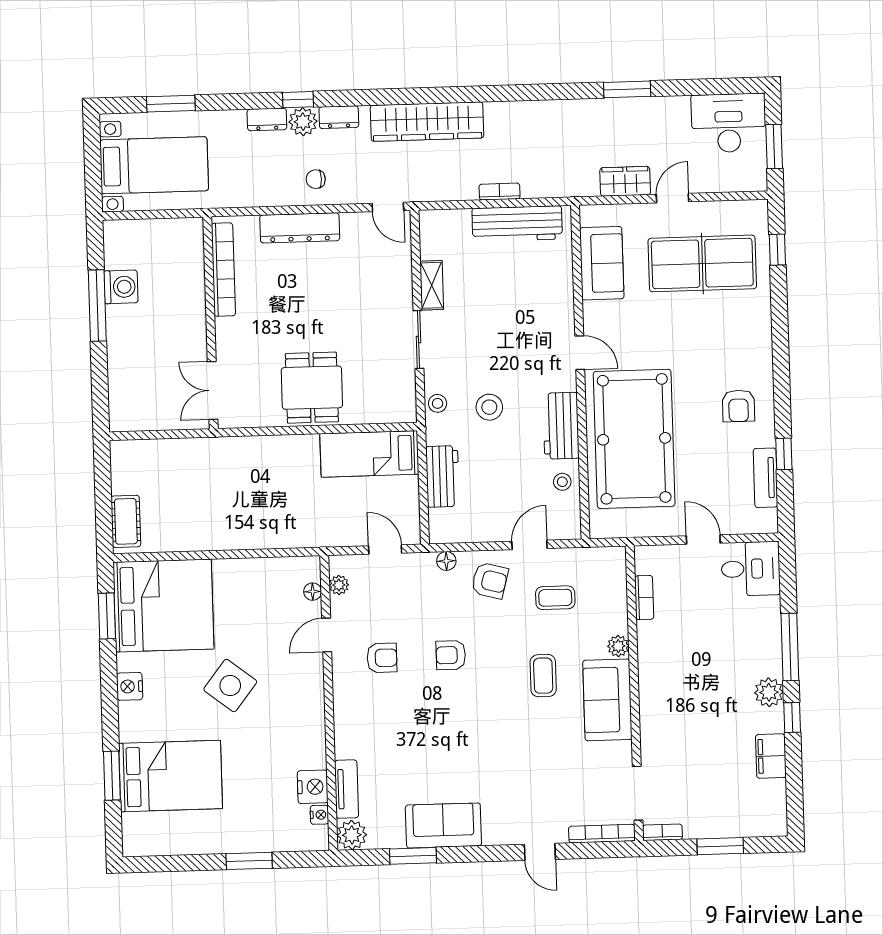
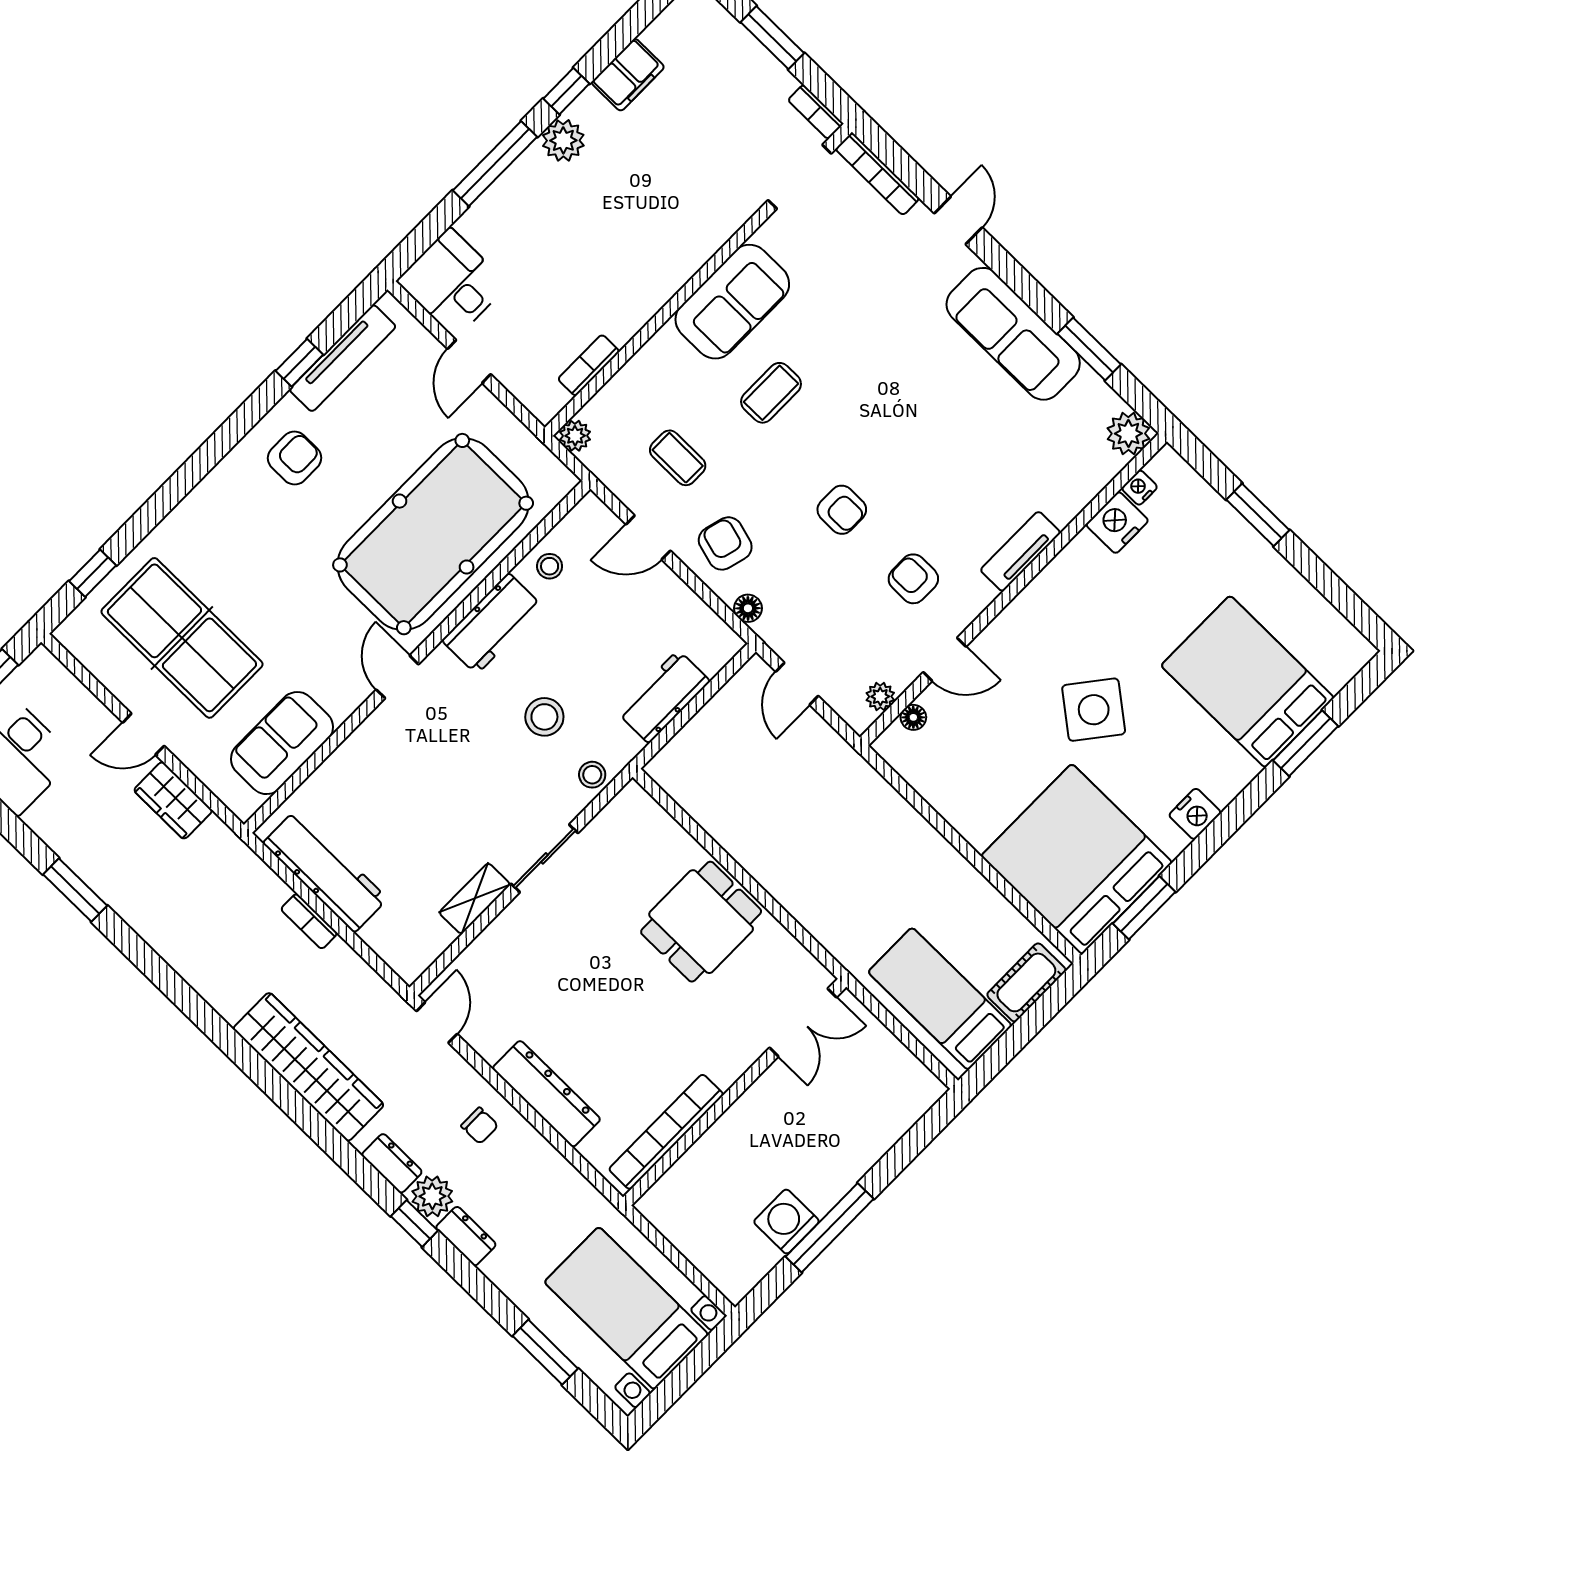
bed: (369, 454) -> (940, 999), moved, turned 180
tv unit: (765, 478) -> (343, 358), width x1.41
plant: (618, 646) -> (575, 436), moved
tv unit: (346, 789) -> (1020, 551), moved
sofa: (443, 825) -> (1013, 334), width x1.36

